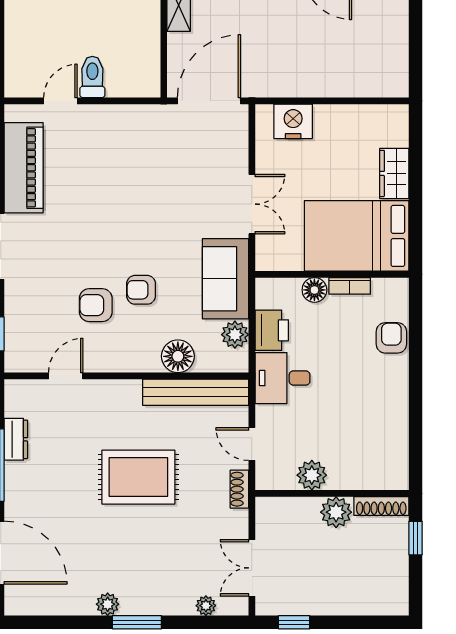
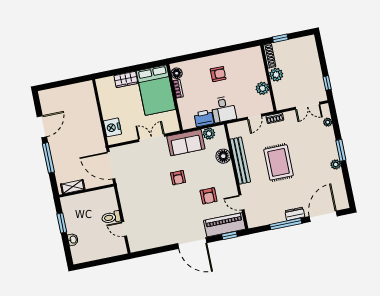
piano: (24, 168) -> (225, 225), moved
armchair: (141, 290) -> (178, 178), moved
floor lamp: (314, 290) -> (177, 73), moved
armchair: (391, 338) -> (218, 74), moved, turned 180
bench: (196, 392) -> (240, 161), moved
dresser: (16, 439) -> (295, 214), moved

